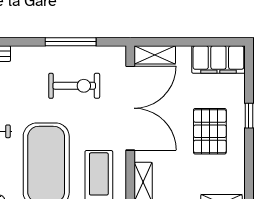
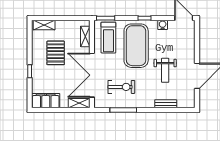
exercise bike: (74, 86) -> (121, 87), turned 180
pallet: (210, 131) -> (56, 53), moved

